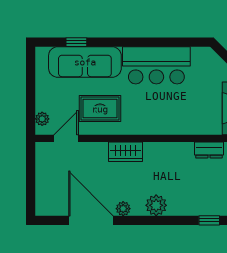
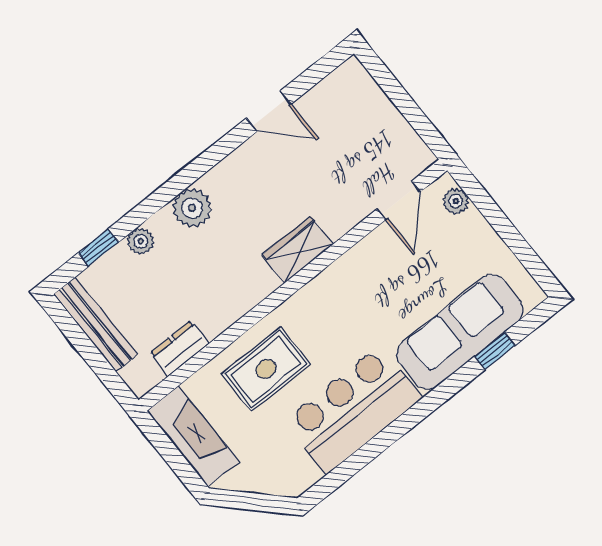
rug: (100, 109) -> (266, 369), moved
plant: (123, 209) -> (141, 241), moved
door: (91, 220) -> (269, 111), width x0.53

